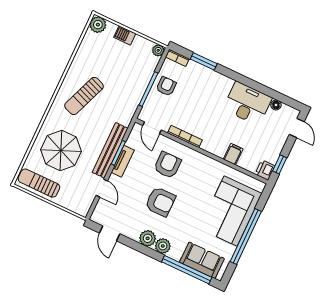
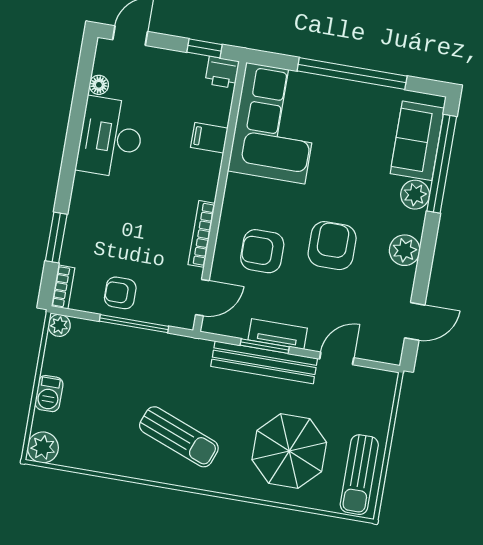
corner sofa: (231, 211) -> (275, 123), moved, turned -90
plant: (163, 246) -> (415, 195), moved

